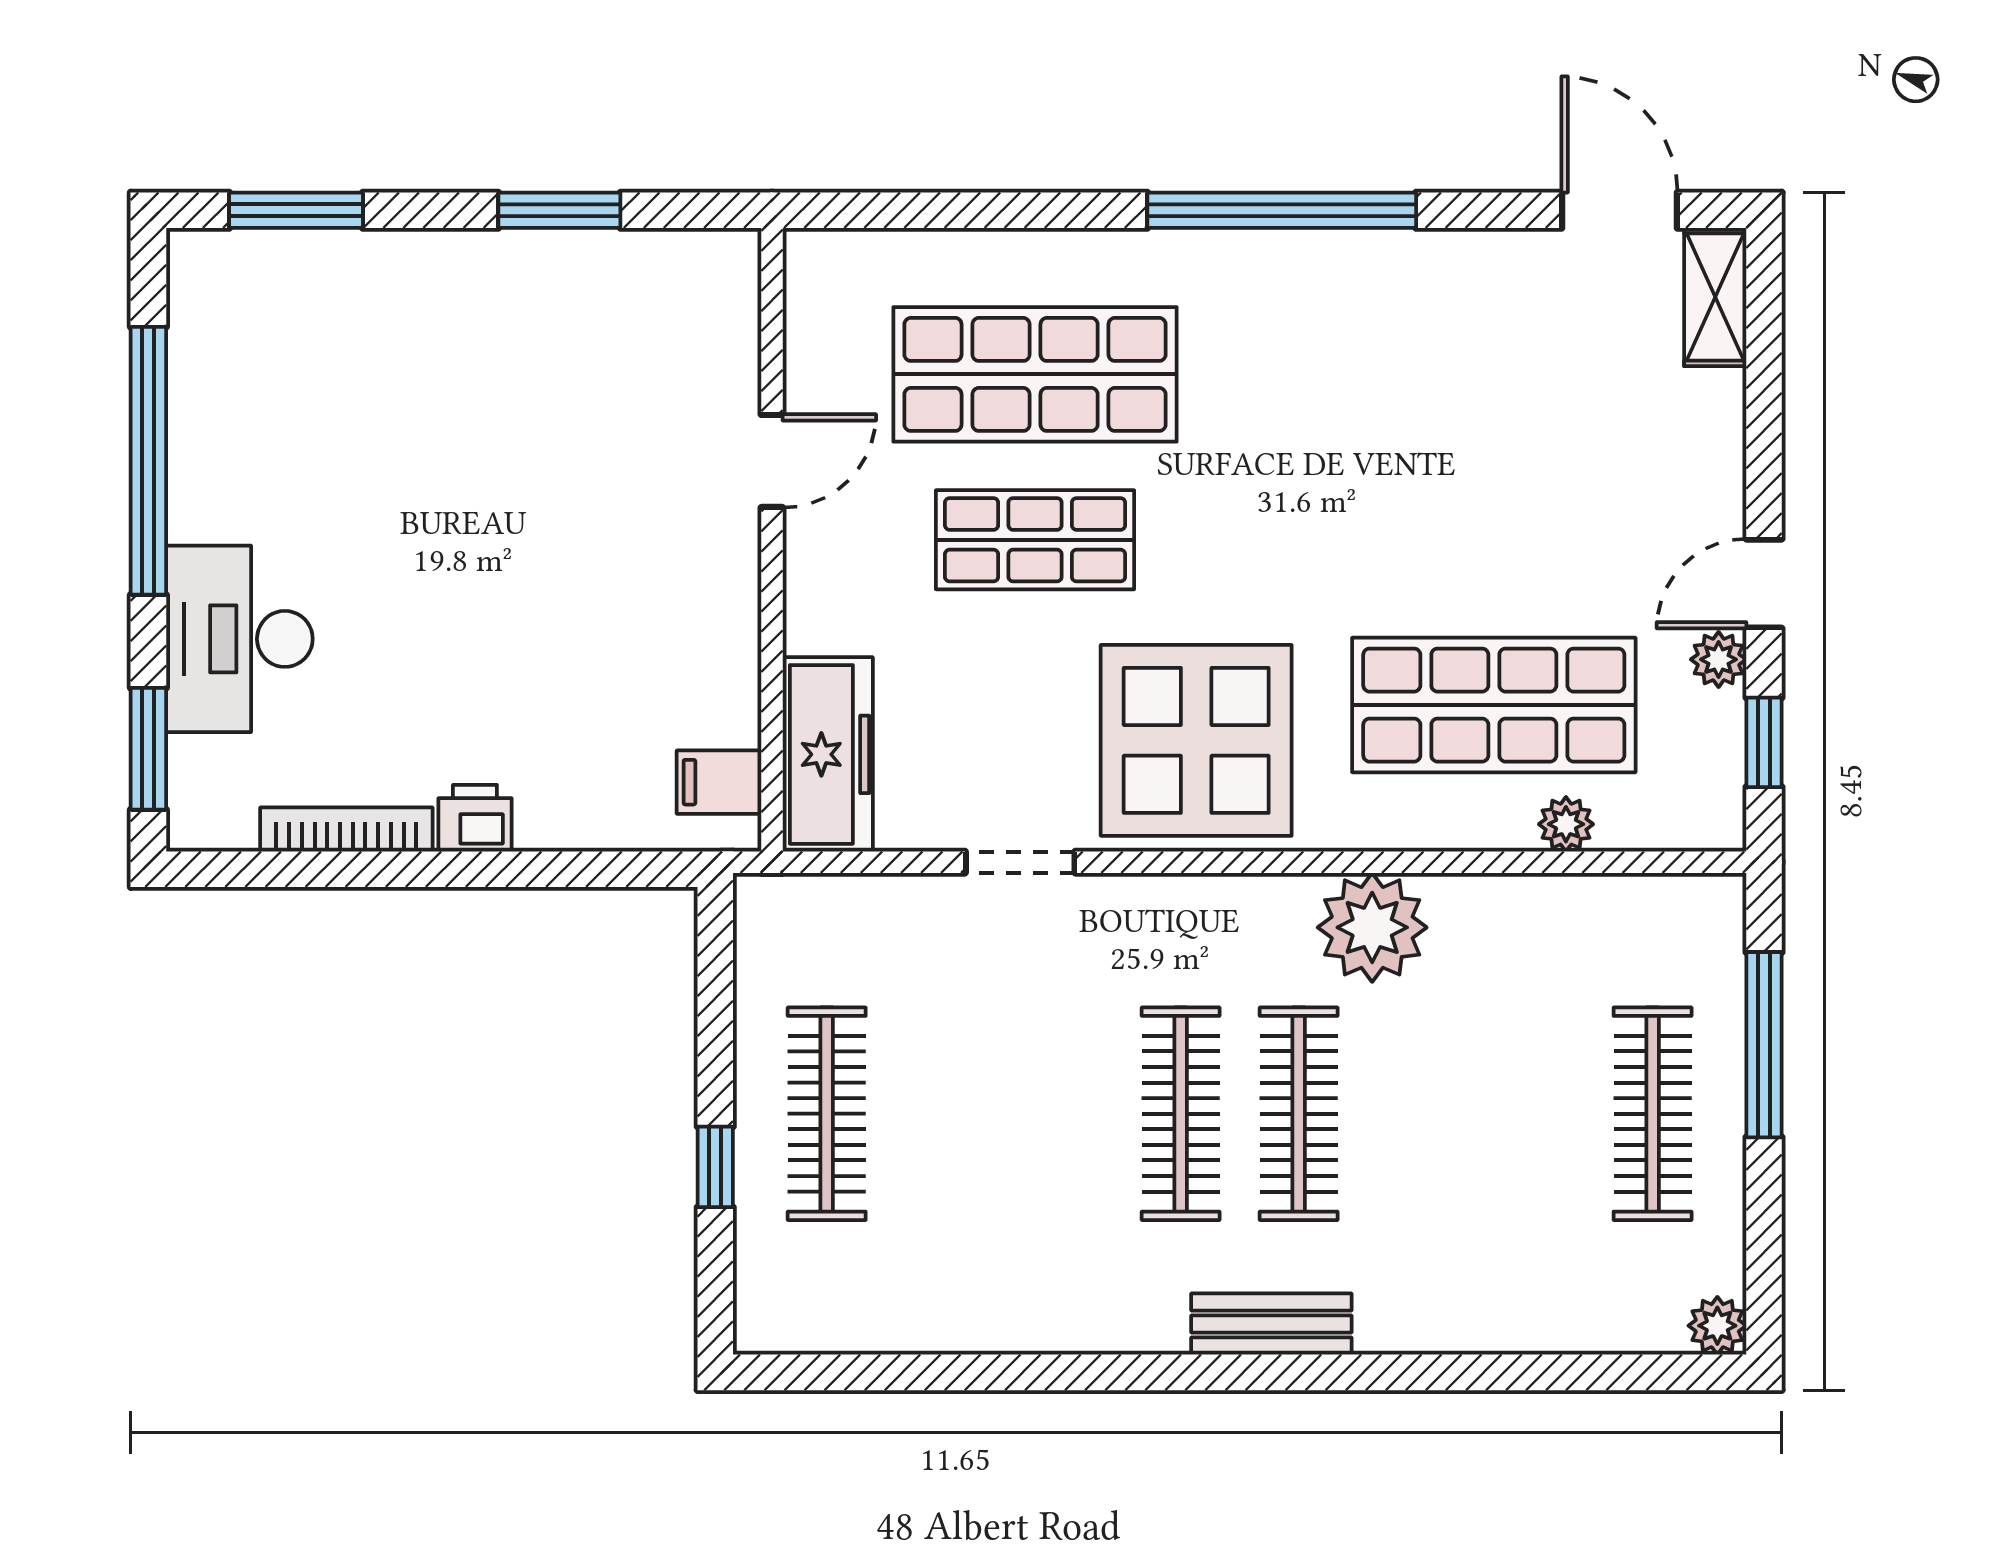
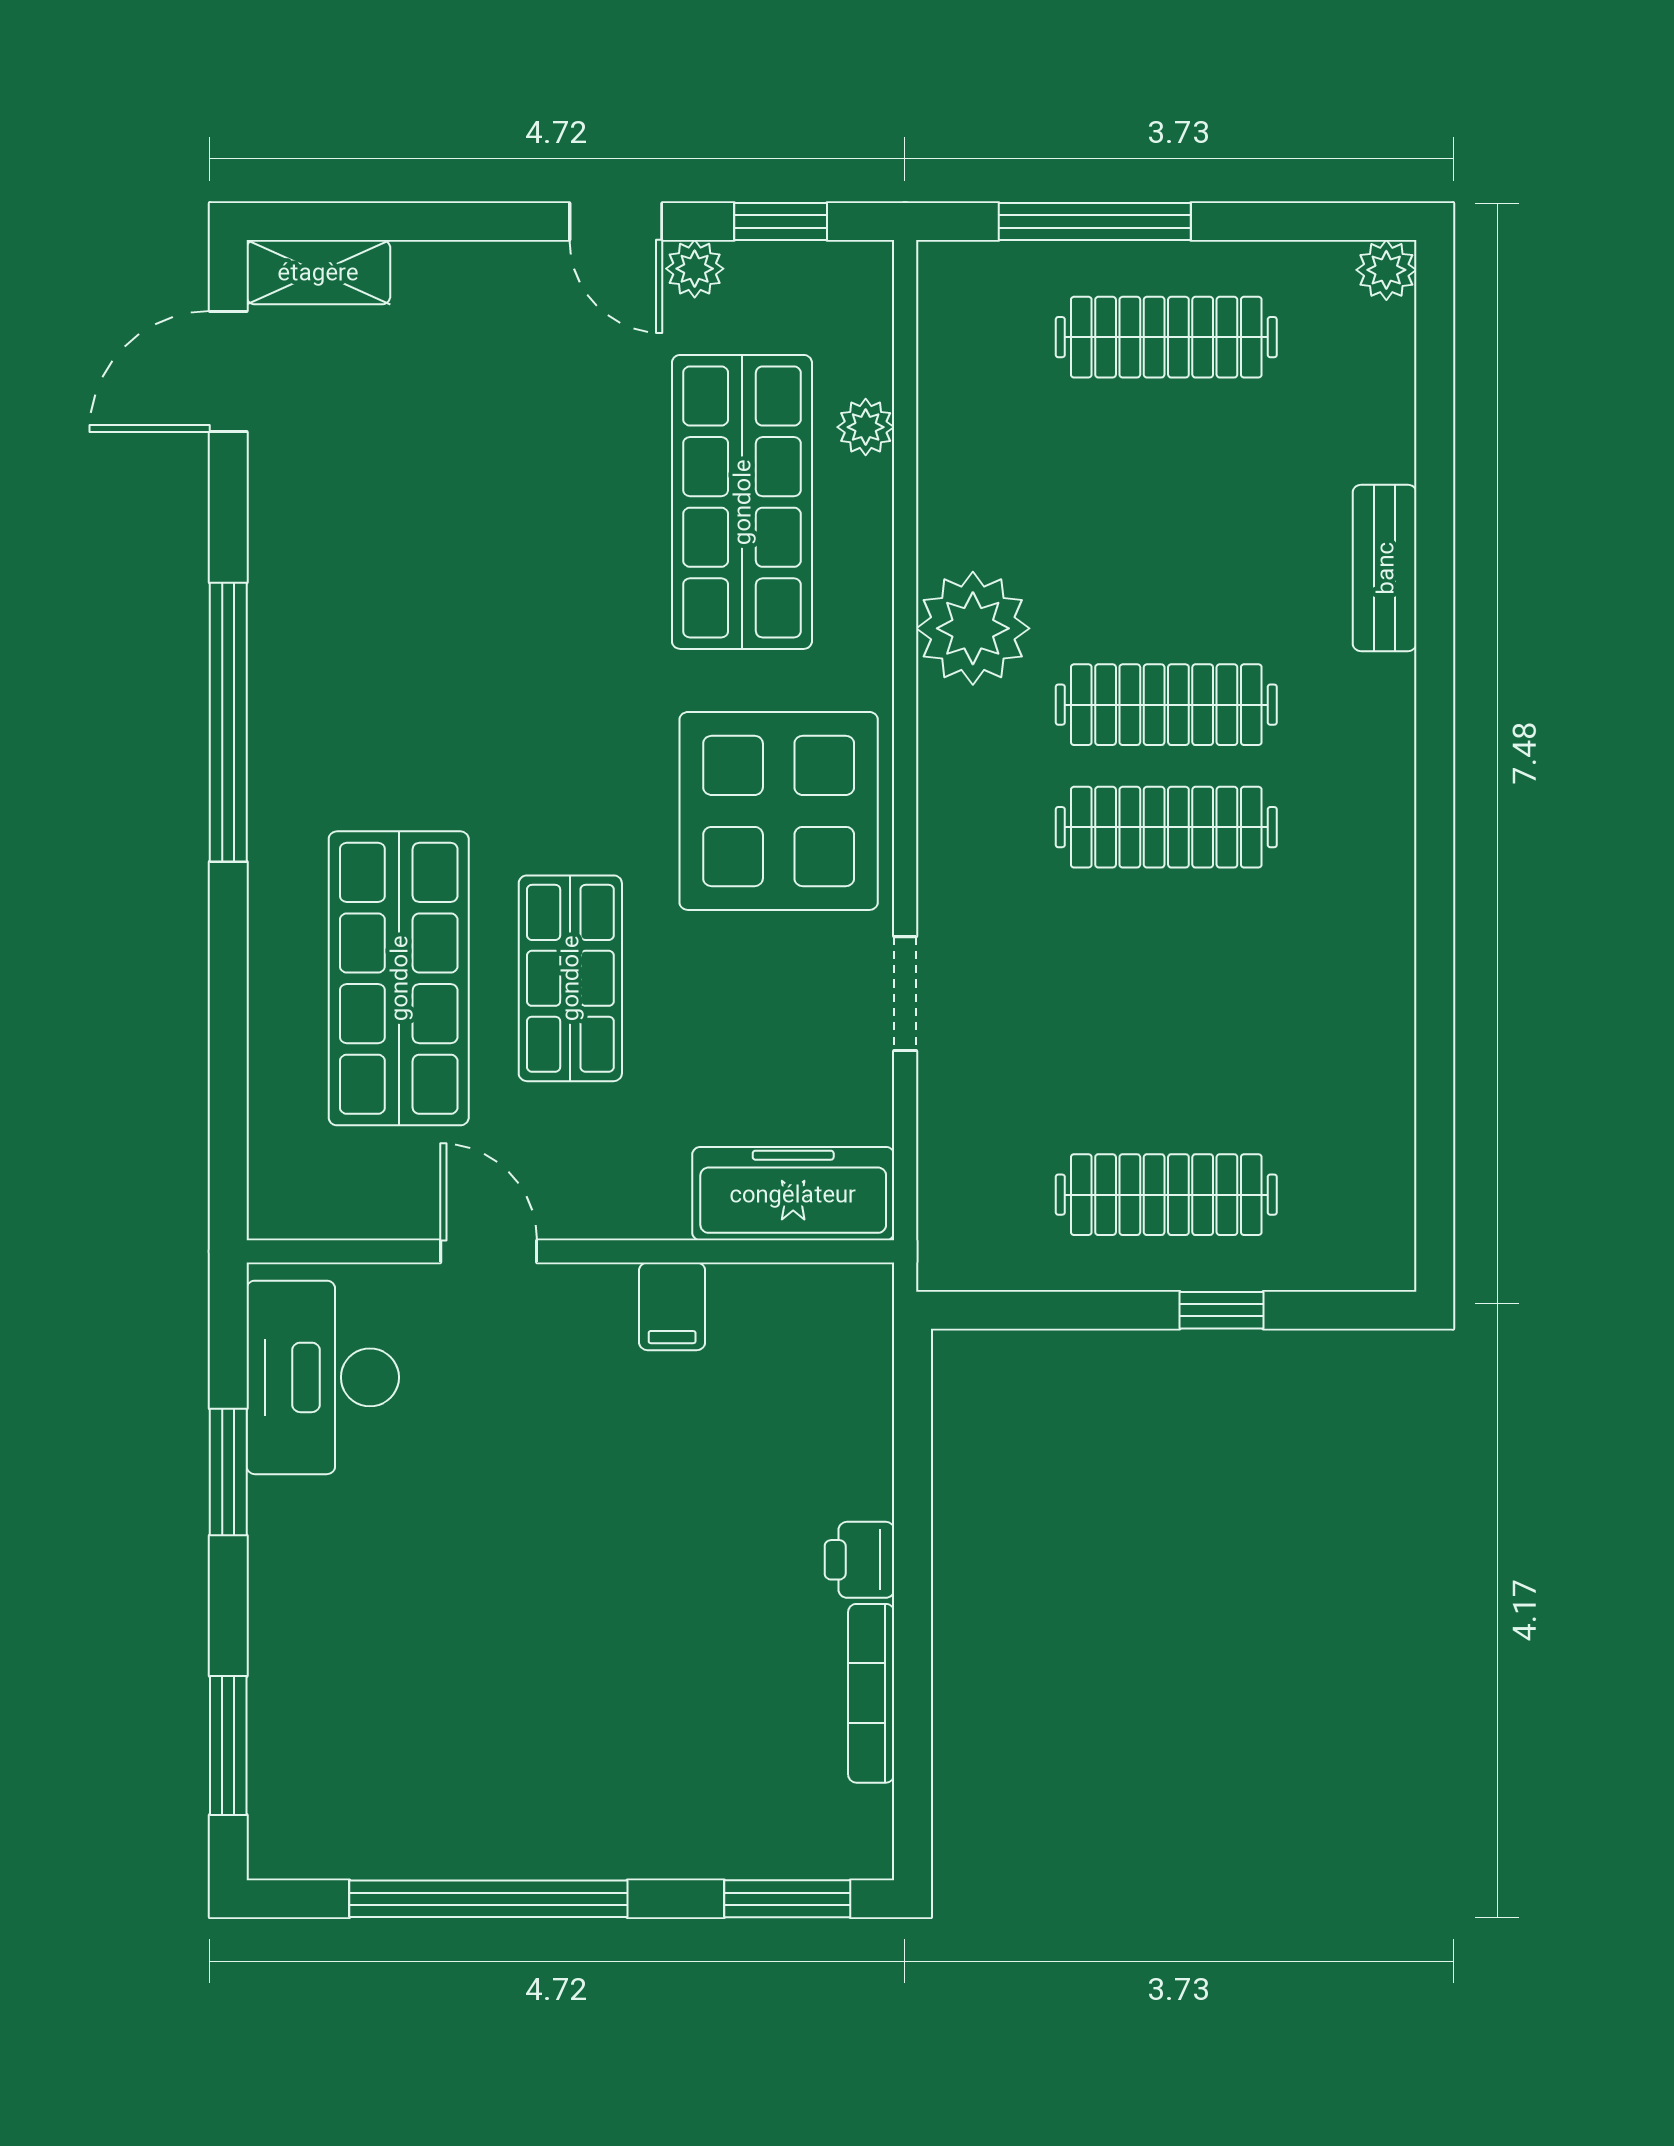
desk: (239, 639) -> (323, 1377), moved, turned 90
filing cabinet: (719, 782) -> (672, 1306), moved
bench: (1271, 1324) -> (1385, 568), moved

